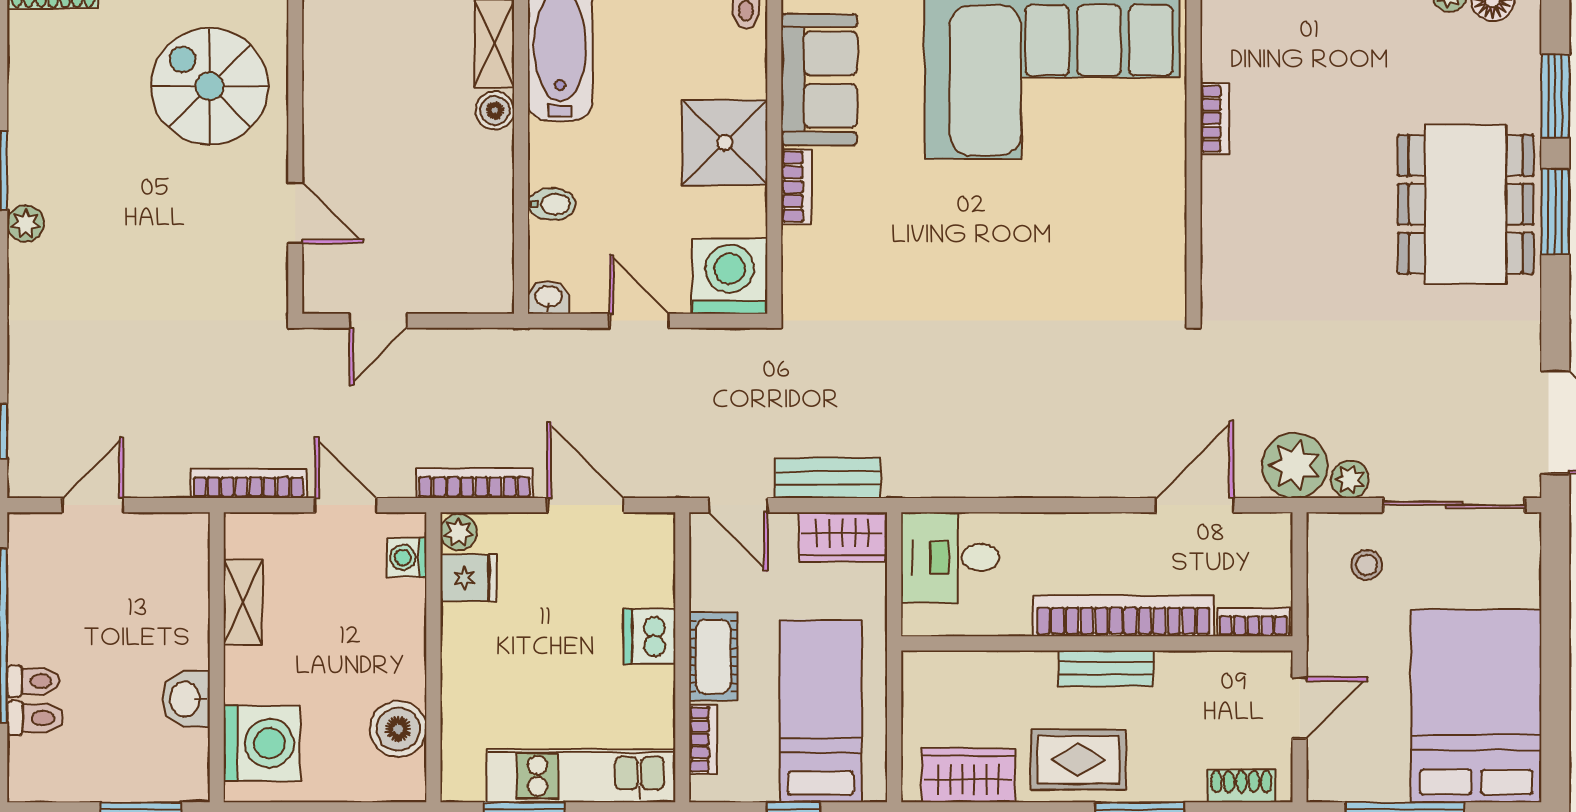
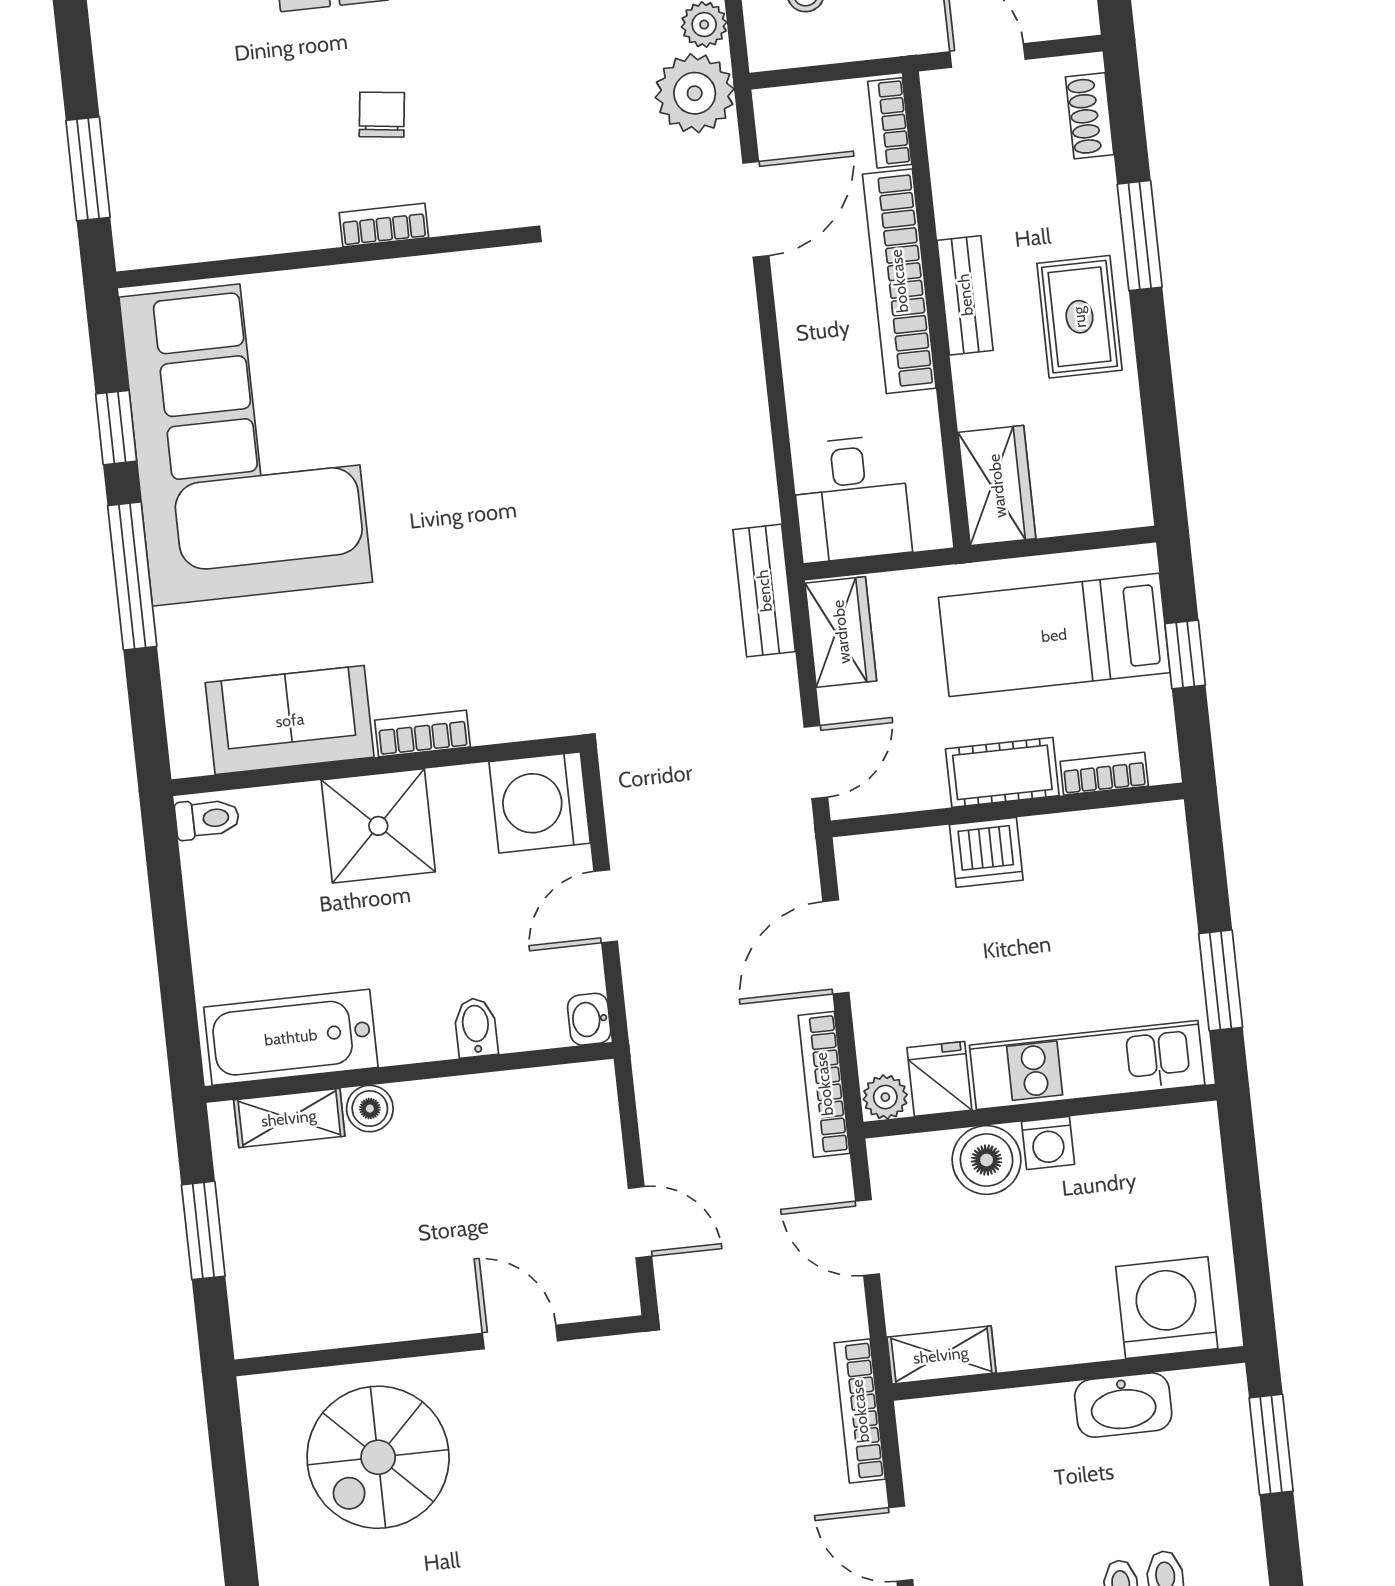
bookcase: (1215, 119) -> (384, 225), moved
chair: (1305, 208) -> (382, 115), added
door: (295, 213) -> (520, 1337), hinge flipped
bench: (828, 478) -> (764, 591), moved
bookcase: (249, 483) -> (860, 1411), moved
door: (346, 505) -> (867, 1238), hinge flipped
door: (1194, 505) -> (756, 209), swing flipped
washing machine: (407, 558) -> (1048, 1143), moved
shelving: (243, 602) -> (941, 1355), moved
washbasin: (186, 699) -> (1123, 1405), width x1.38
boiler: (398, 729) -> (987, 1160), moved
wardrobe: (968, 775) -> (997, 486), moved, turned 180
kitchen unit: (581, 776) -> (1087, 1065), moved, turned 90

